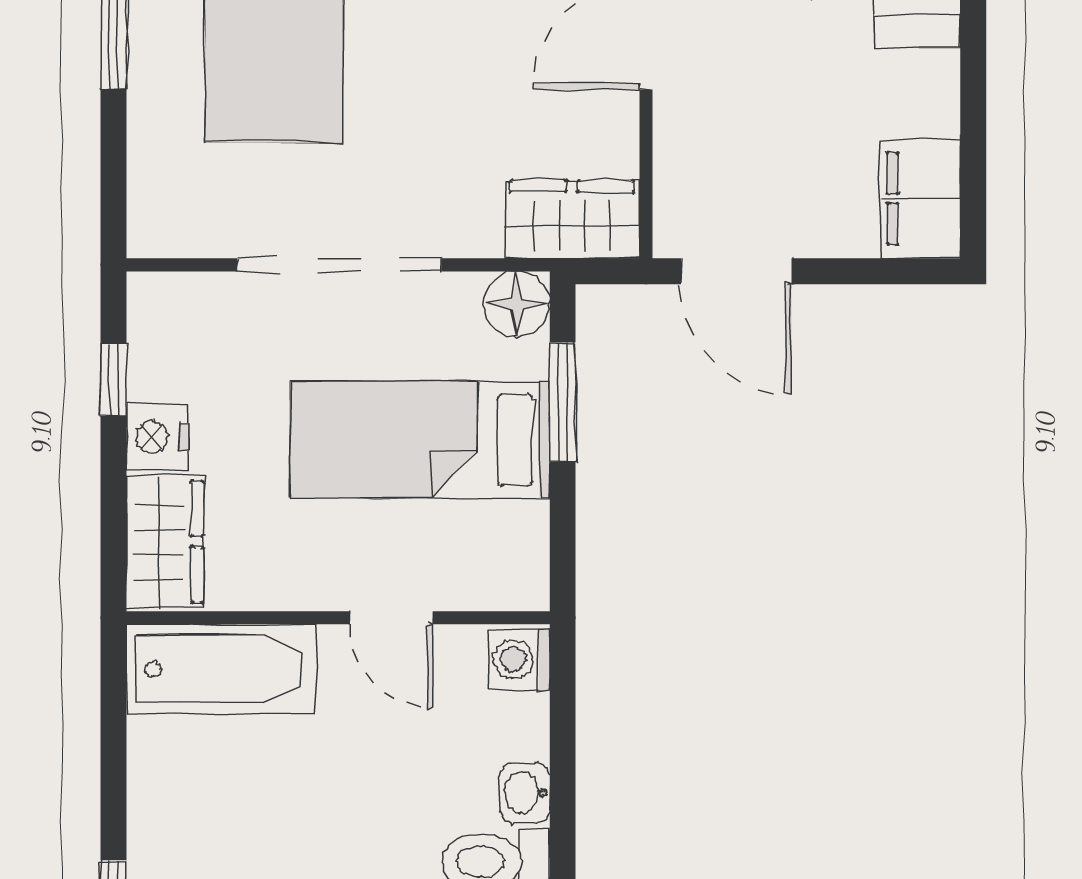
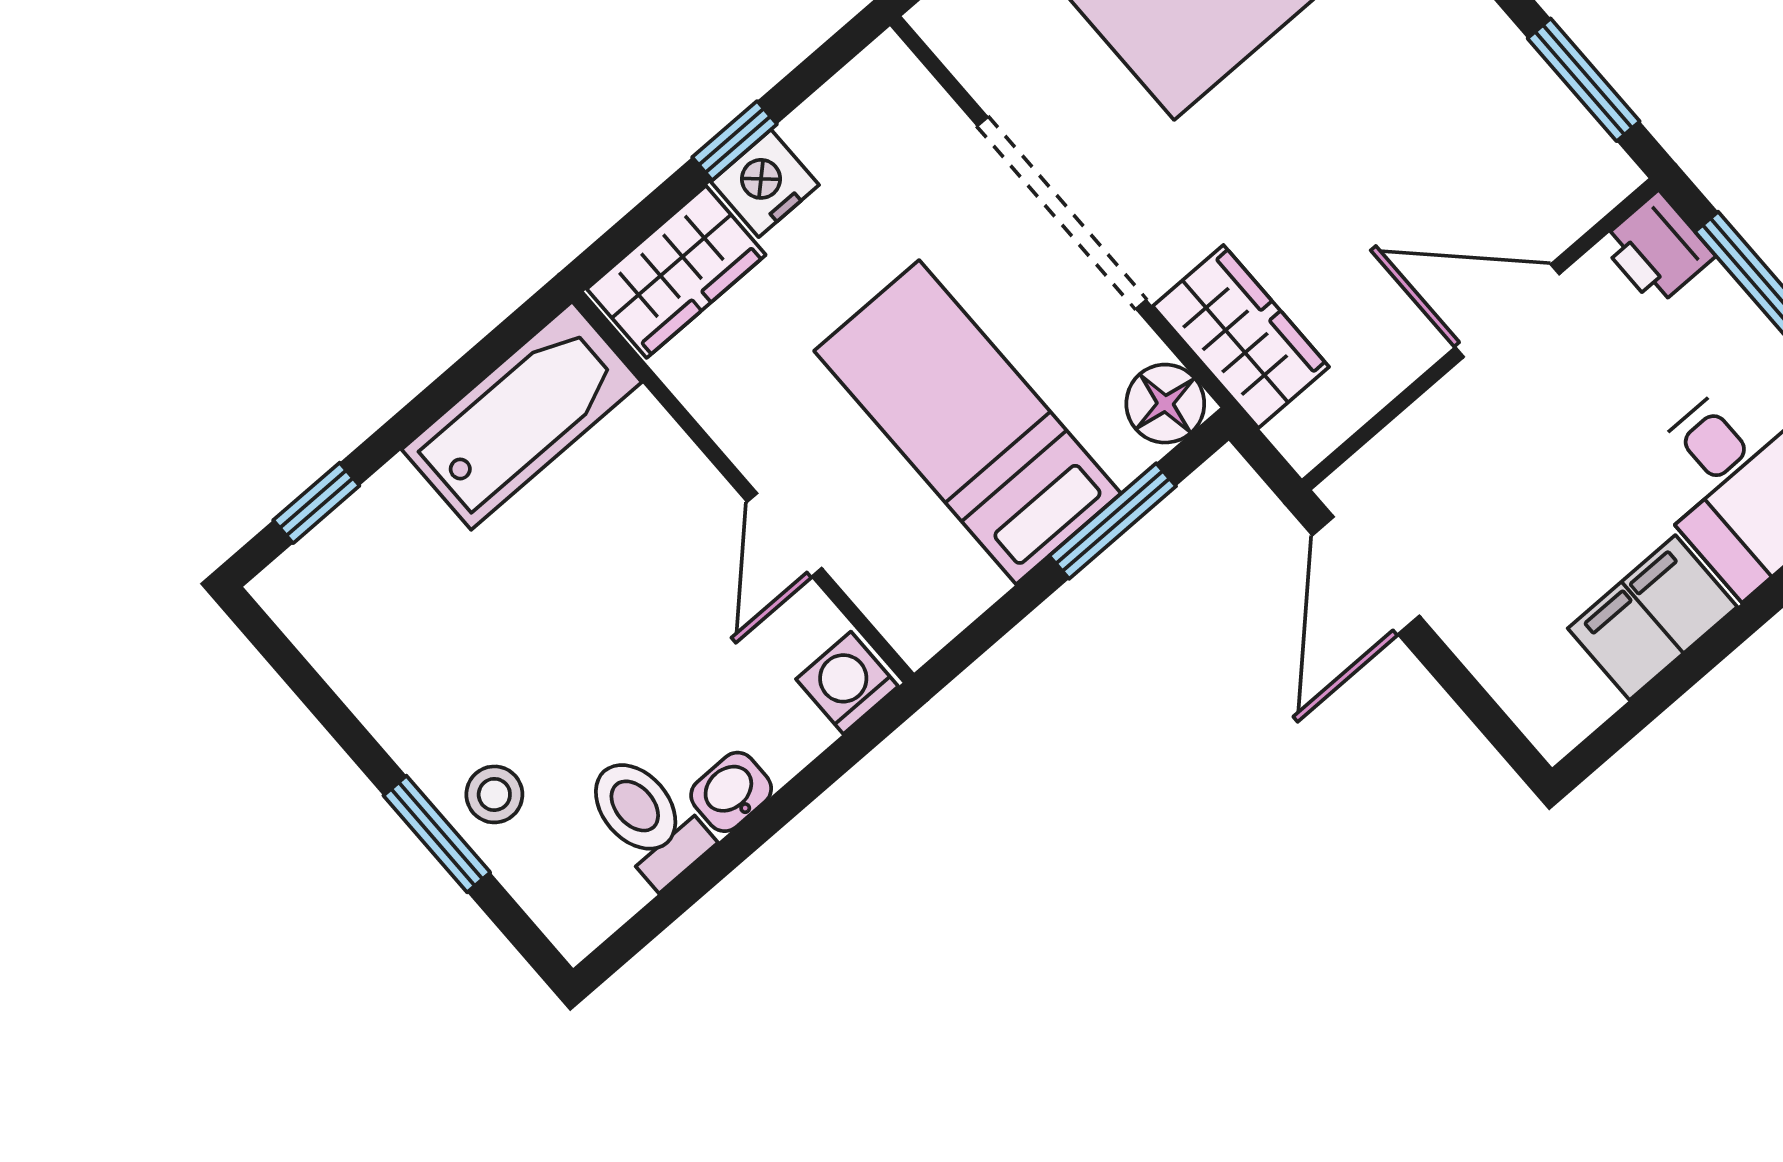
filing cabinet: (920, 199) -> (1652, 618), moved
wardrobe: (572, 219) -> (1241, 337), moved
window: (114, 380) -> (735, 141), moved
bathtub: (221, 669) -> (522, 416), moved, turned -90

